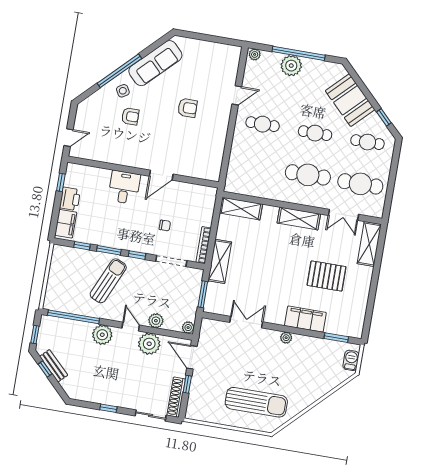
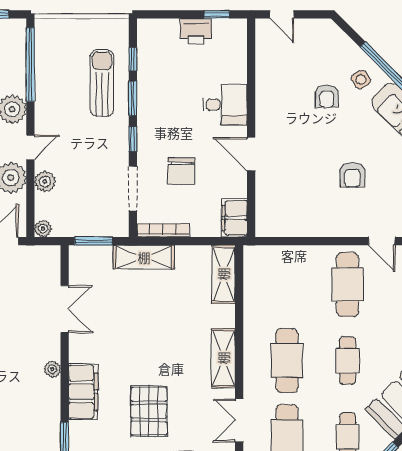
cafe table: (263, 124) -> (348, 284), width x1.37, depth x1.35
filing cabinet: (66, 224) -> (234, 218), moved, turned 90
chair: (165, 225) -> (181, 171), width x1.87, depth x1.87
sun lounger: (108, 281) -> (102, 83), moved, turned -114

